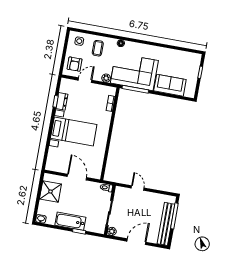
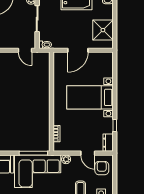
door: (85, 80) -> (88, 153), hinge flipped
dresser: (62, 101) -> (108, 143), moved
door: (77, 177) -> (78, 50), hinge flipped
door: (138, 188) -> (25, 50), moved

